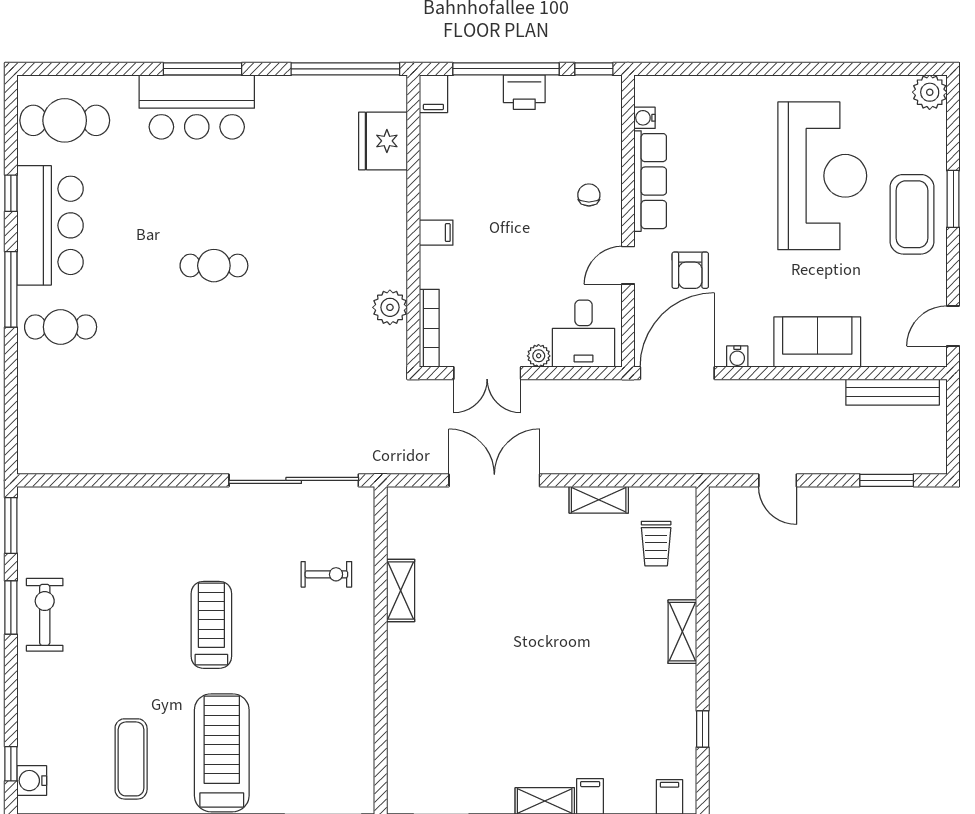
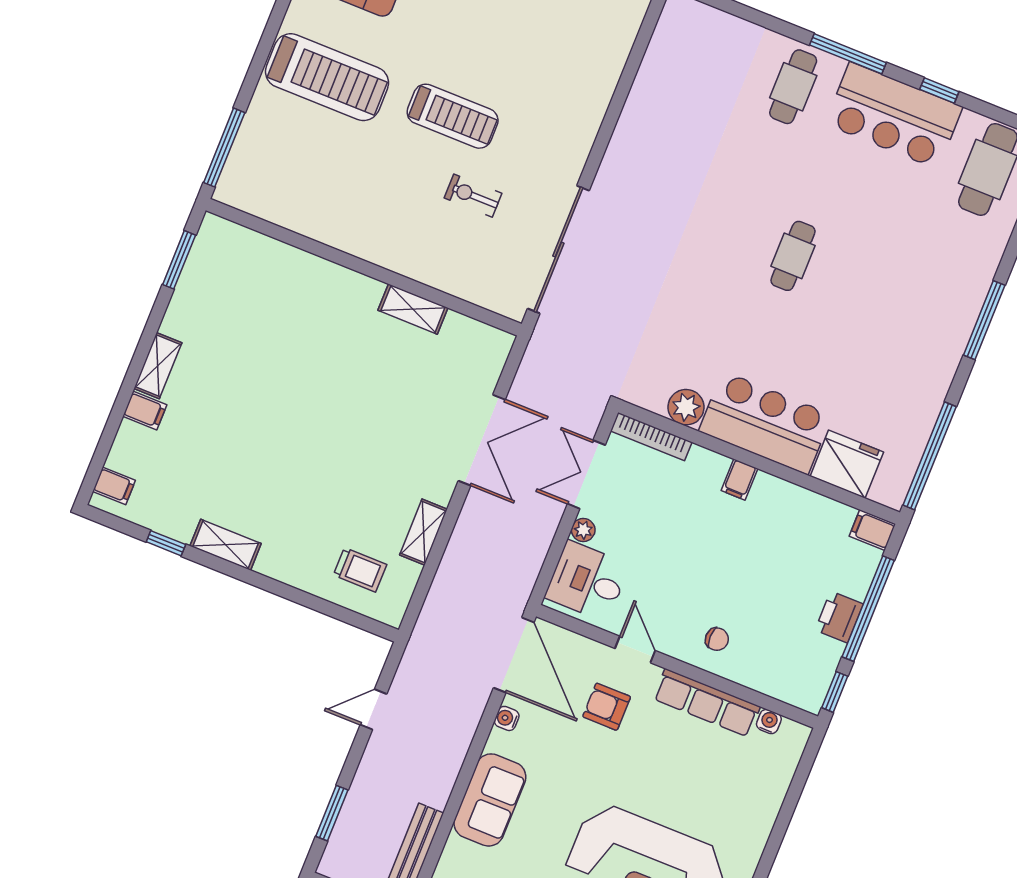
bar counter: (197, 107) -> (765, 423), moved, turned 90
trolley: (656, 544) -> (360, 570), turned 180
exercise bike: (326, 574) -> (473, 196), moved, turned 90
shelving: (682, 632) -> (226, 545), moved

